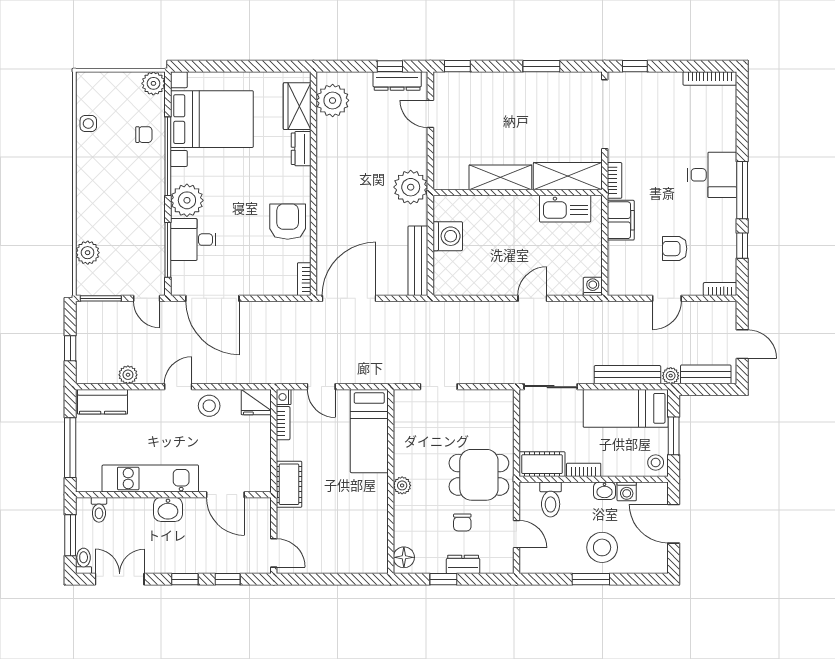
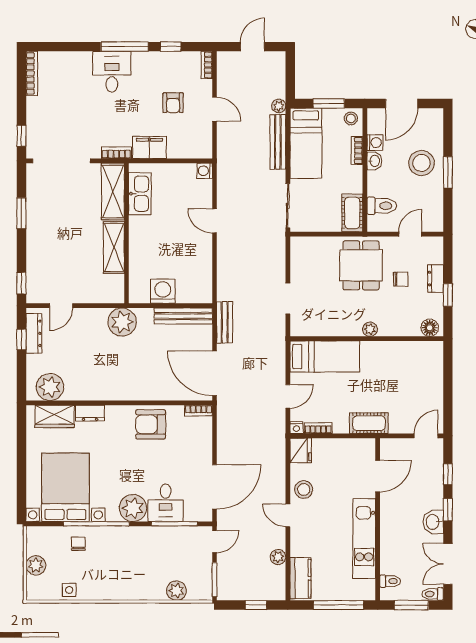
plant: (153, 83) -> (36, 565), moved
bench: (706, 374) -> (225, 322), moved
bookcase: (584, 470) -> (357, 151), moved
washbasin: (168, 509) -> (433, 522), moved, turned 180

